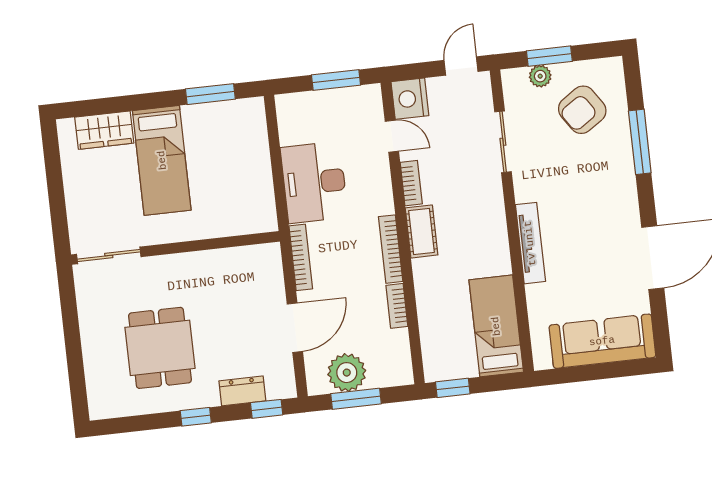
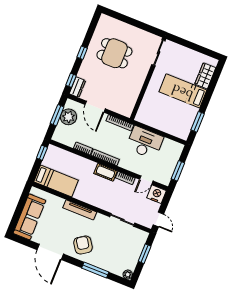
plant: (540, 76) -> (128, 275), moved
armchair: (582, 110) -> (83, 245), moved
dresser: (242, 391) -> (77, 87), moved

